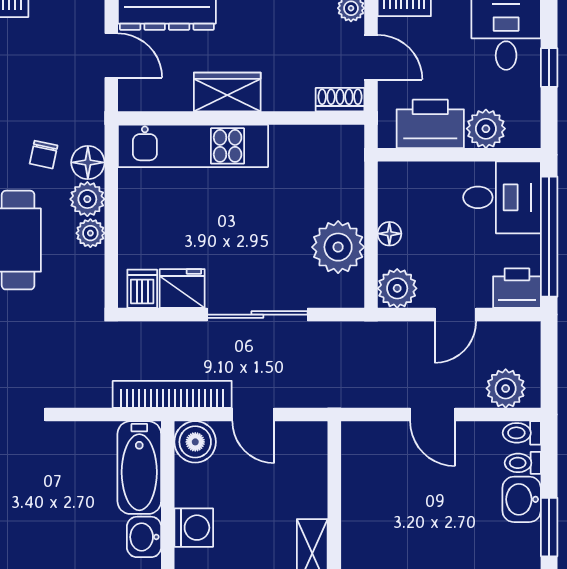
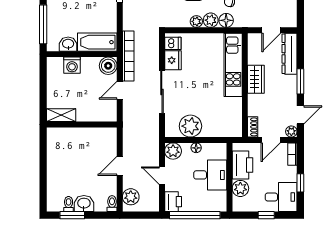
desk: (502, 197) -> (210, 175), moved, turned -90
toilet: (523, 463) -> (69, 204), moved

